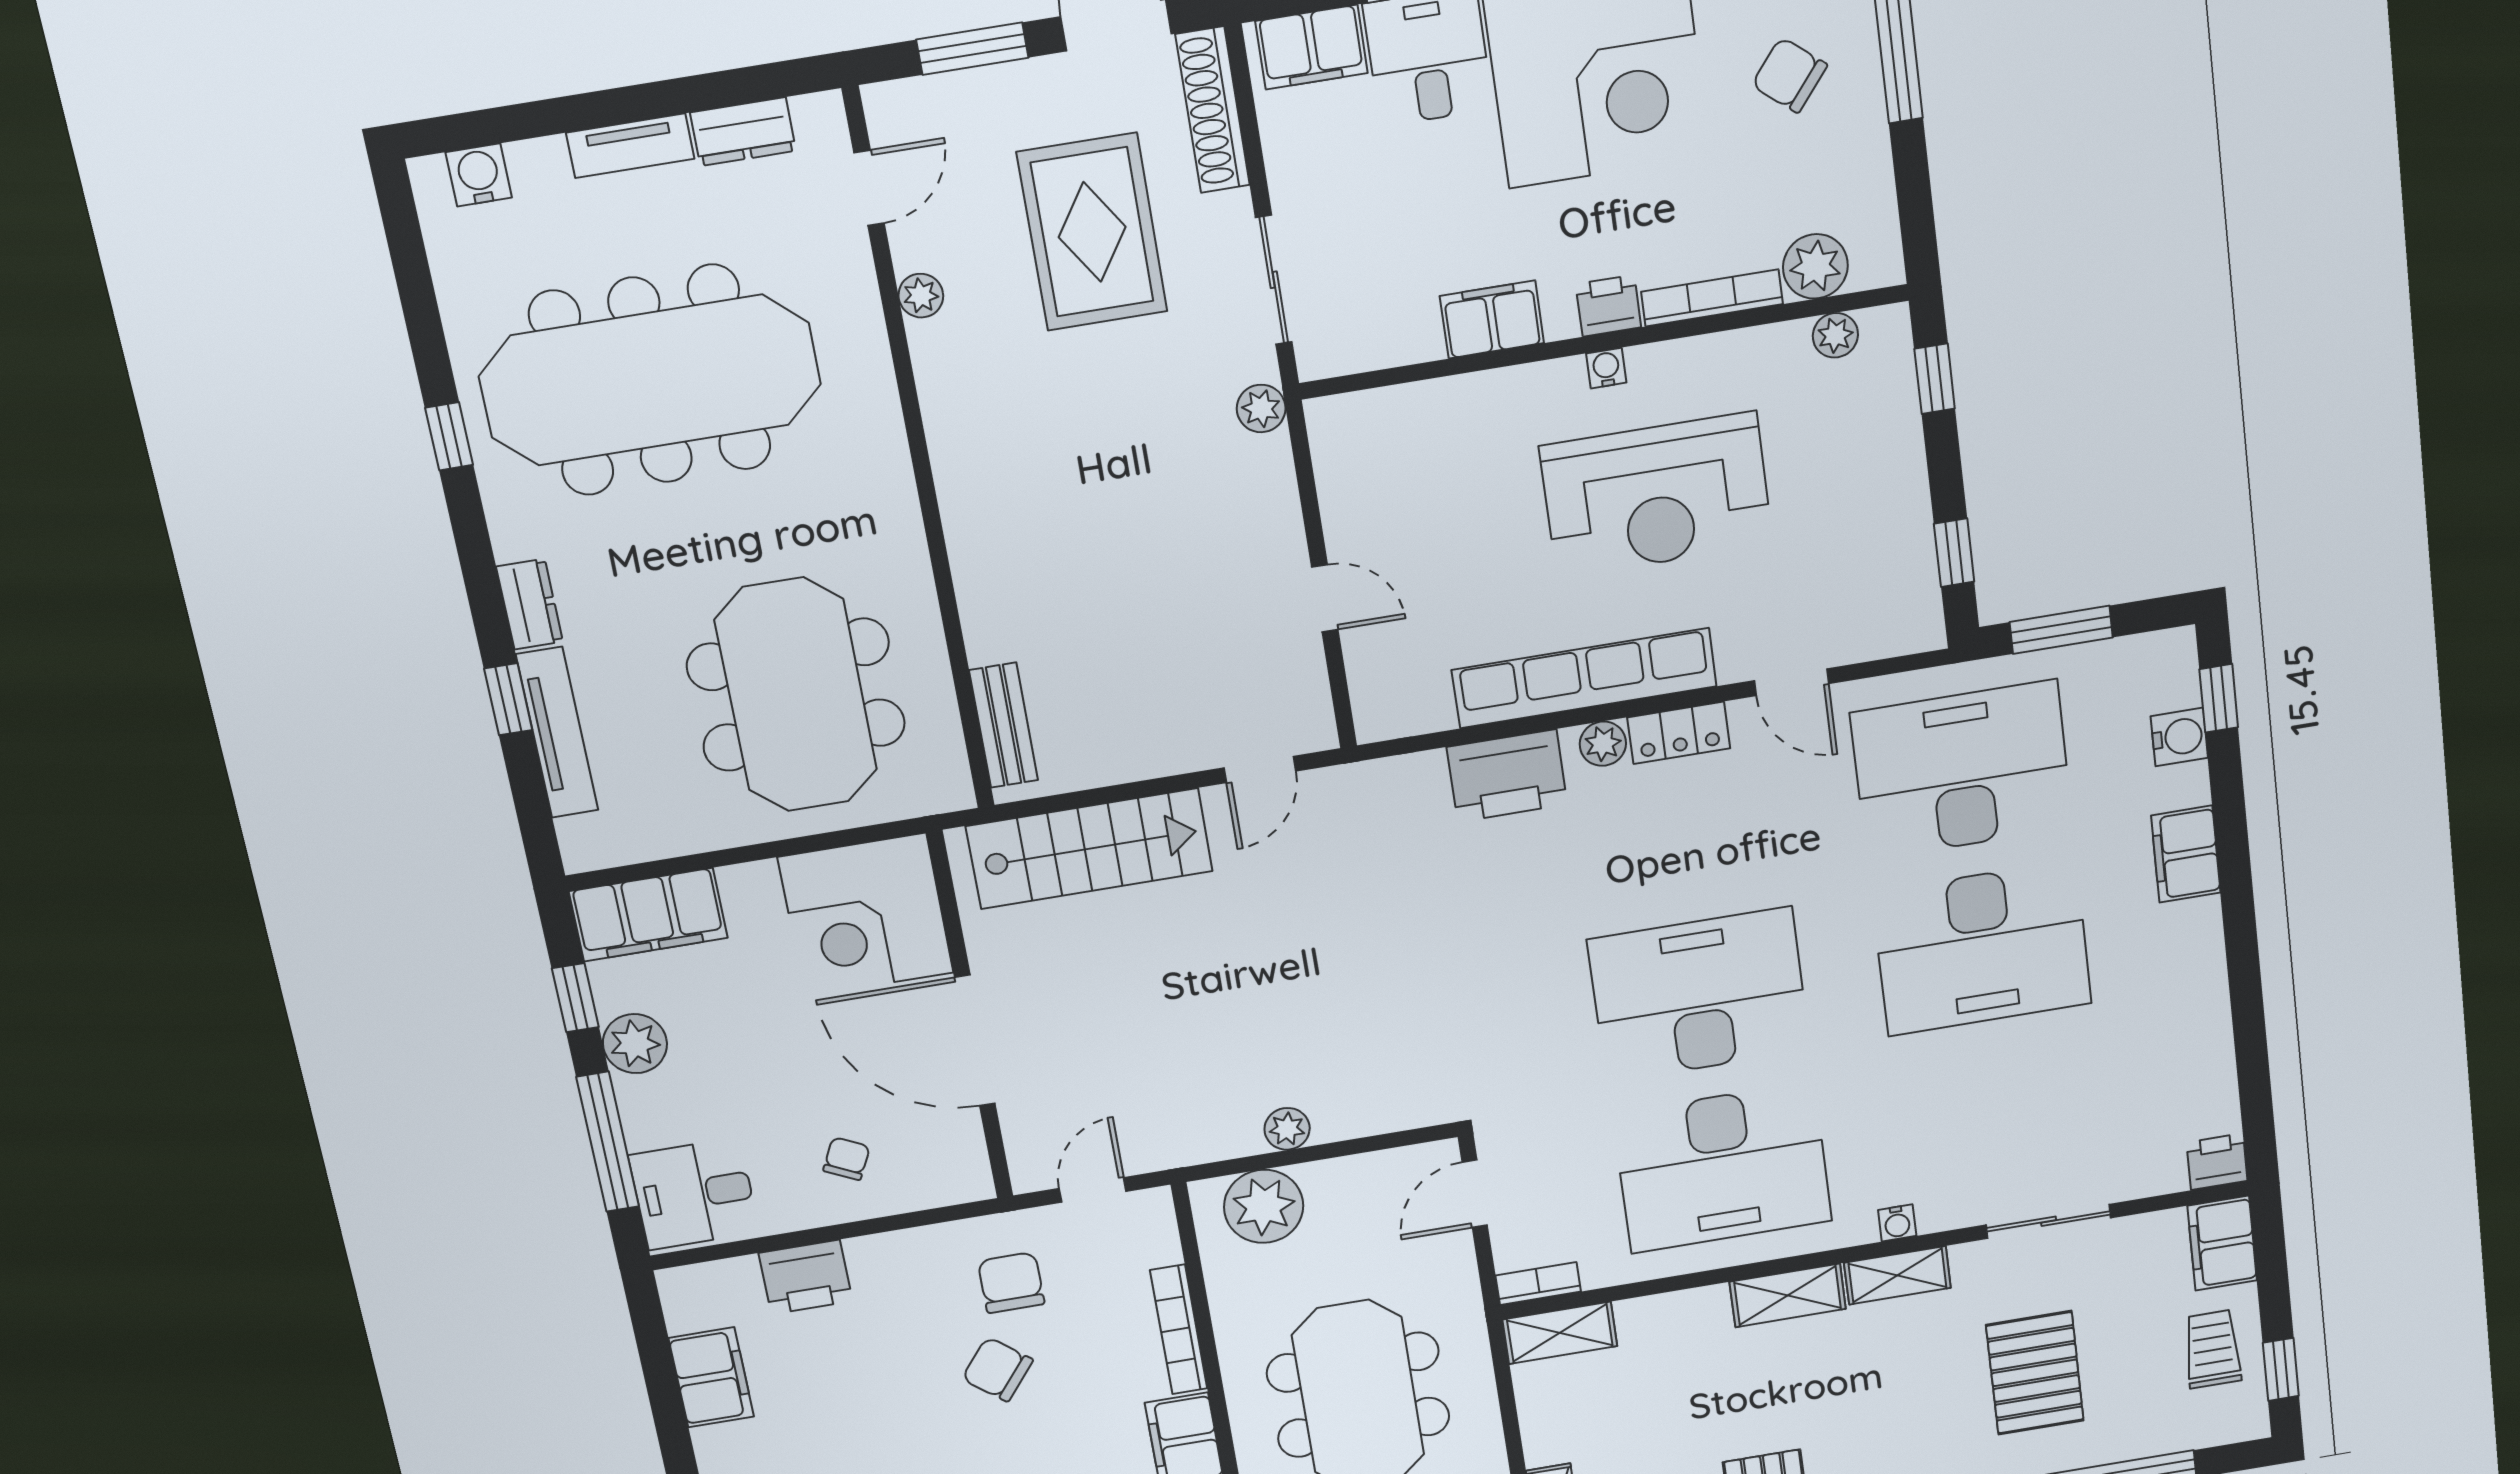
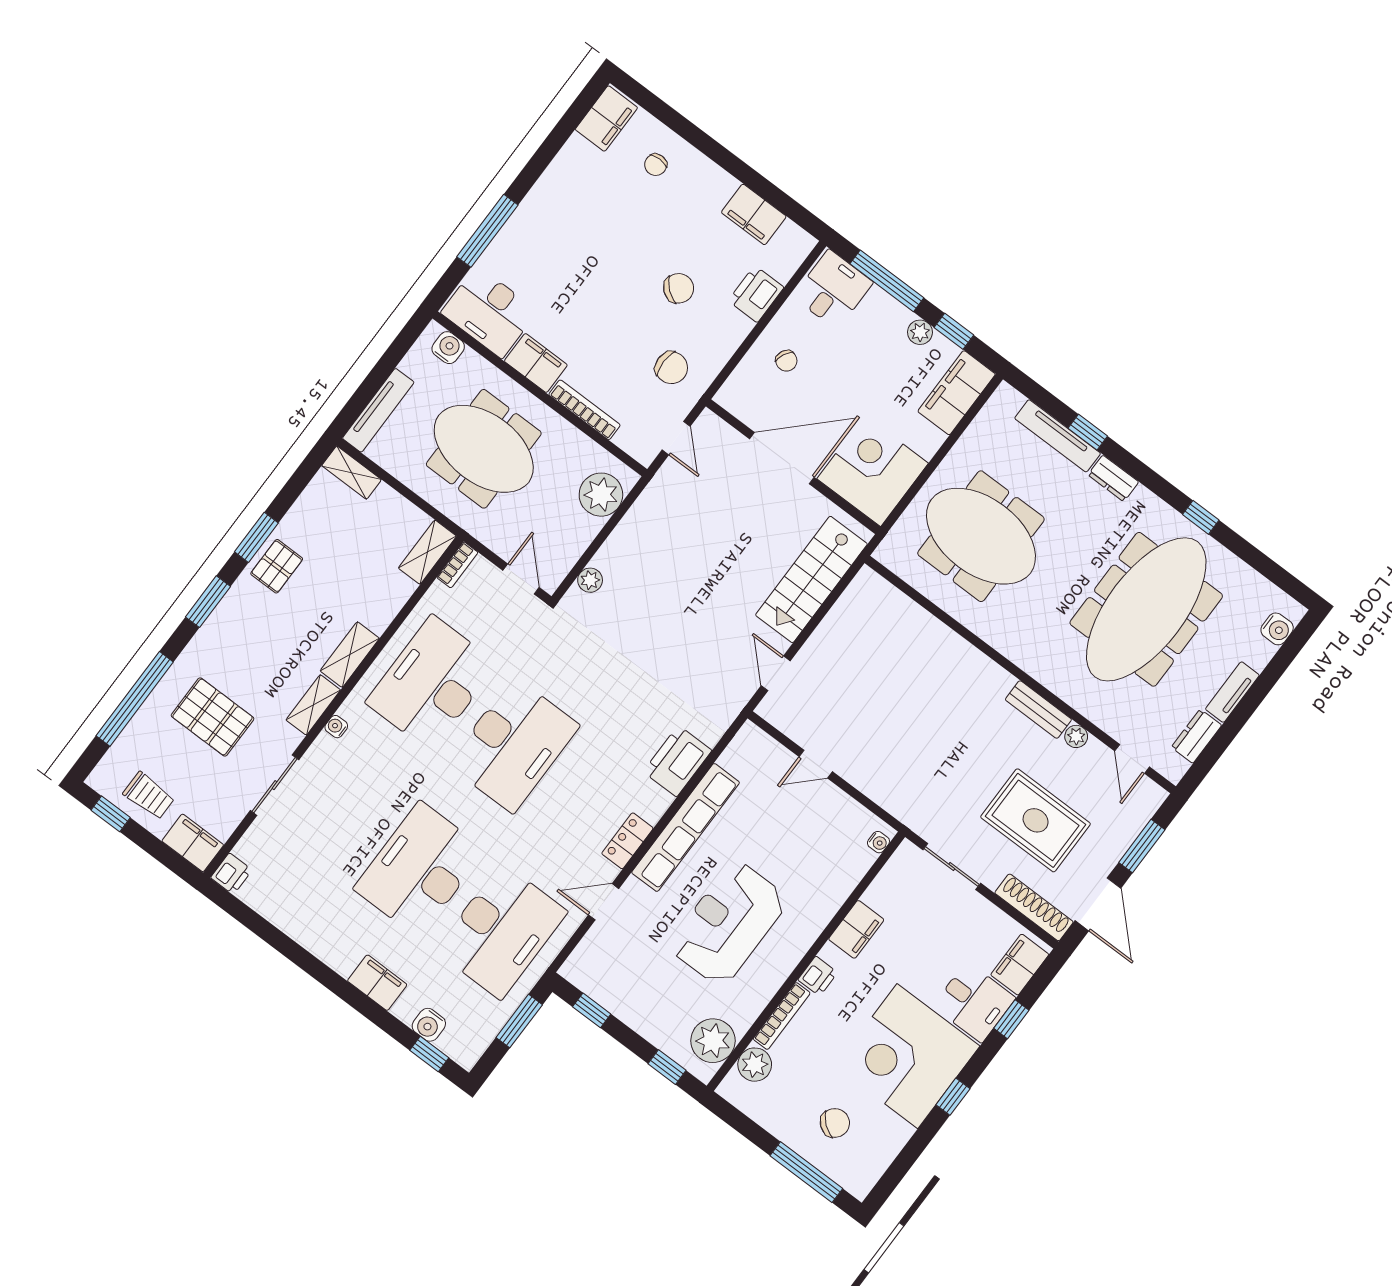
plant: (1835, 335) -> (713, 1041), width x1.87, depth x1.87
water cooler: (1606, 368) -> (878, 842), moved
plant: (1261, 408) -> (910, 814), removed
bench: (1004, 725) -> (1038, 710), moved
plant: (1603, 744) -> (653, 809), removed
plant: (635, 1044) -> (920, 332), width x0.73, depth x0.73
plant: (1287, 1129) -> (590, 580), moved
chair: (997, 1369) -> (679, 288), moved

